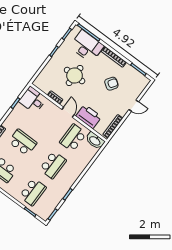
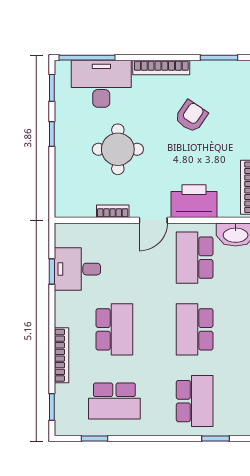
desk: (33, 100) -> (77, 269), moved
door: (68, 112) -> (153, 220), swing flipped
school desk: (23, 142) -> (114, 329), turned 90
school desk: (53, 165) -> (195, 329), turned 180

